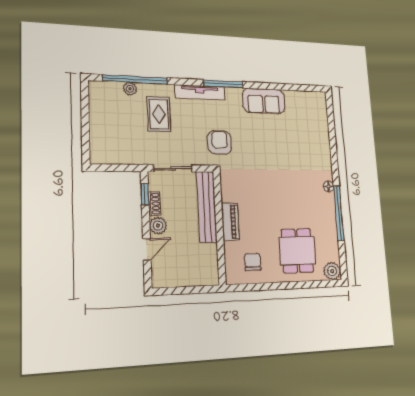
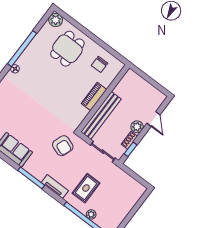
tv unit: (200, 92) -> (55, 187), width x0.71
armchair: (220, 142) -> (63, 146), turned -70
door: (147, 249) -> (153, 119), swing flipped

